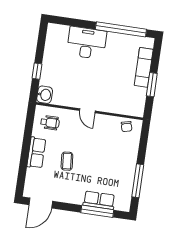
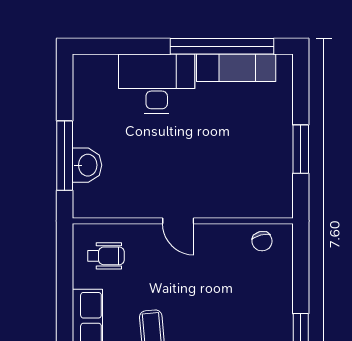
exam couch: (144, 67) -> (236, 68), moved, turned -90
window: (37, 71) -> (65, 156), width x2.17
washbasin: (45, 95) -> (87, 165), moved

